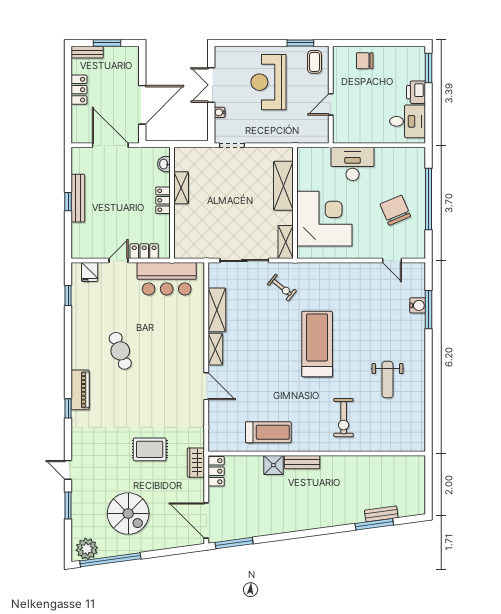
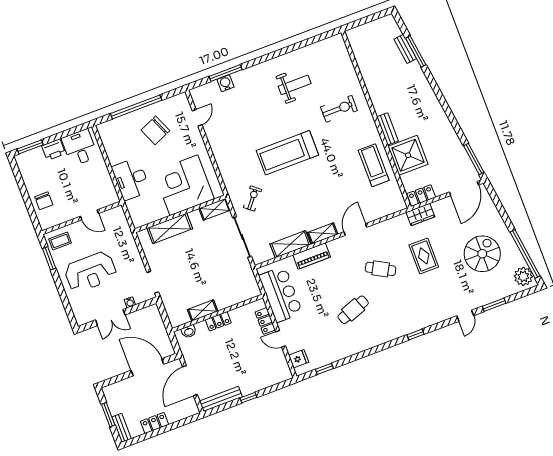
bench: (78, 198) -> (221, 399), moved
piano: (80, 390) -> (312, 256), moved, turned 180
cafe table: (153, 397) -> (381, 269), added
shower: (273, 465) -> (408, 155), width x1.86, depth x1.86

